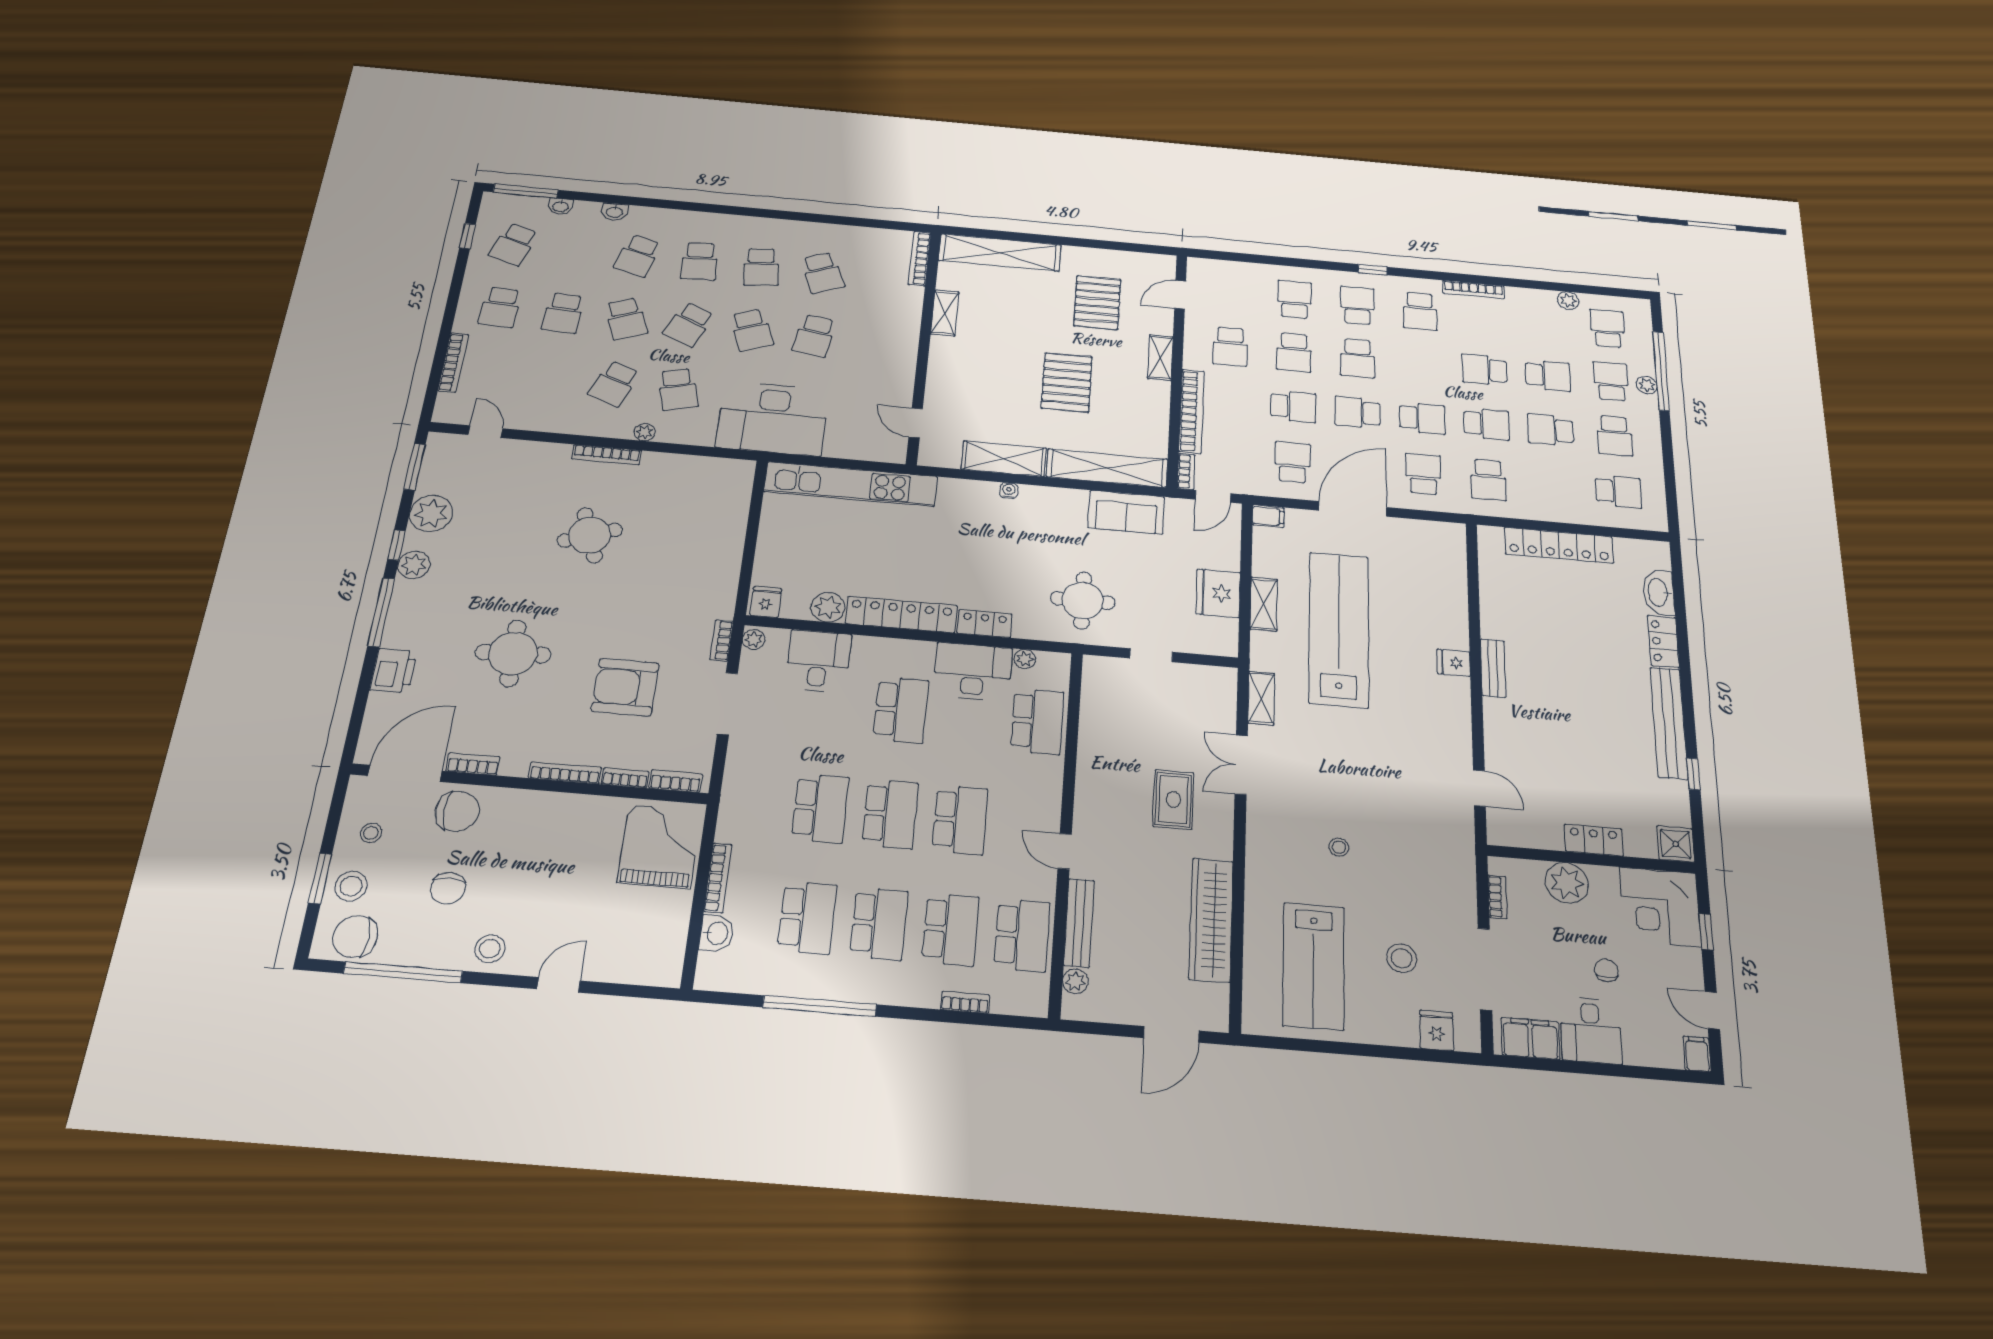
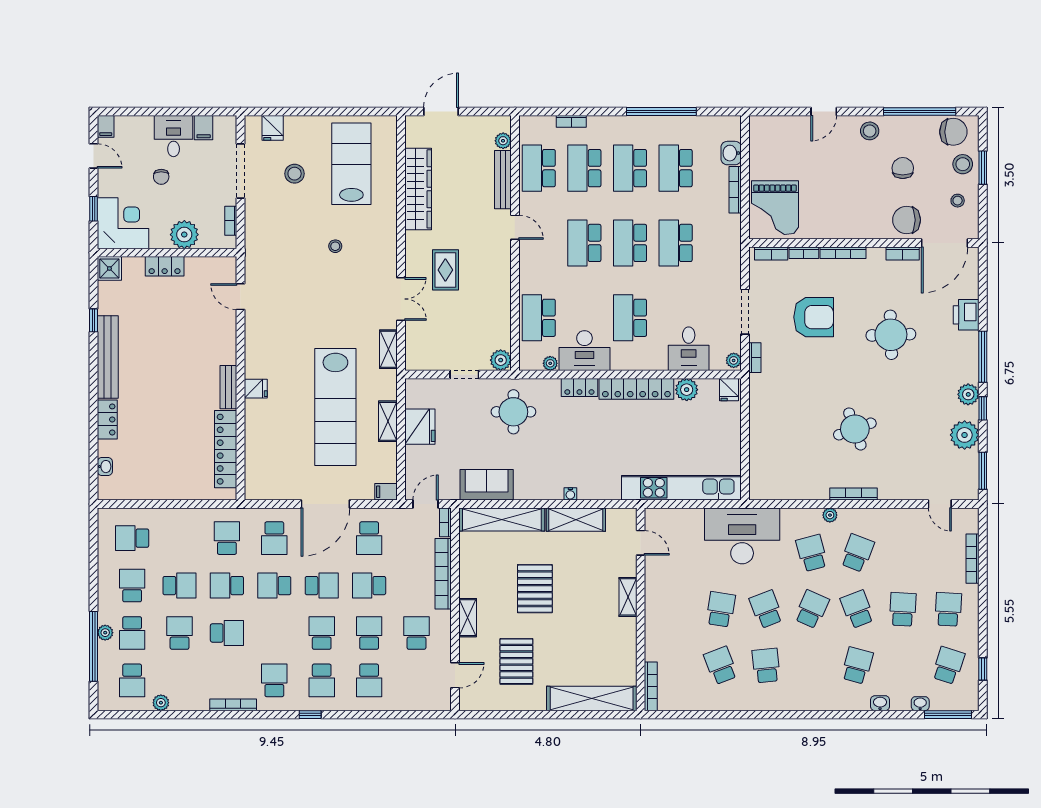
school desk: (699, 261) -> (812, 665), removed
shelving: (945, 313) -> (628, 597), moved
school desk: (1548, 376) -> (180, 633), turned 90
locker: (1559, 545) -> (226, 449), moved, turned -90
washbasin: (1658, 592) -> (105, 467), width x0.52, depth x0.69
plant: (1097, 670) -> (501, 360), added
filing cabinet: (1530, 1038) -> (204, 128), width x0.50

